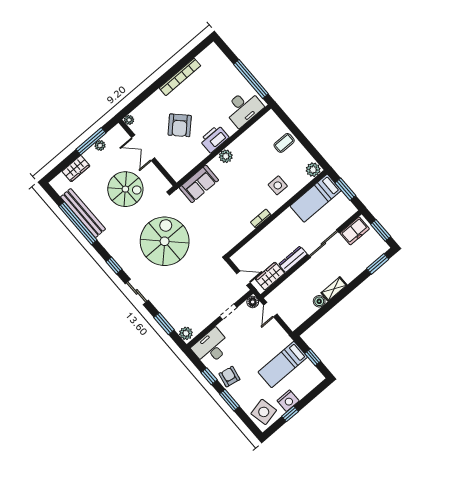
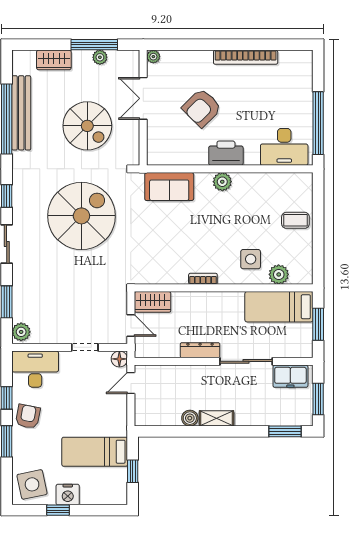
plant: (313, 170) -> (279, 274), moved
wardrobe: (270, 276) -> (153, 302), moved, turned 180

